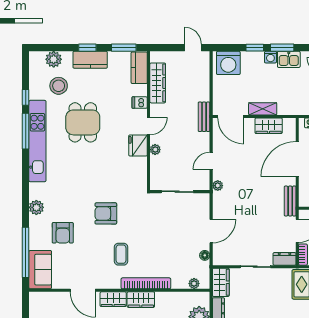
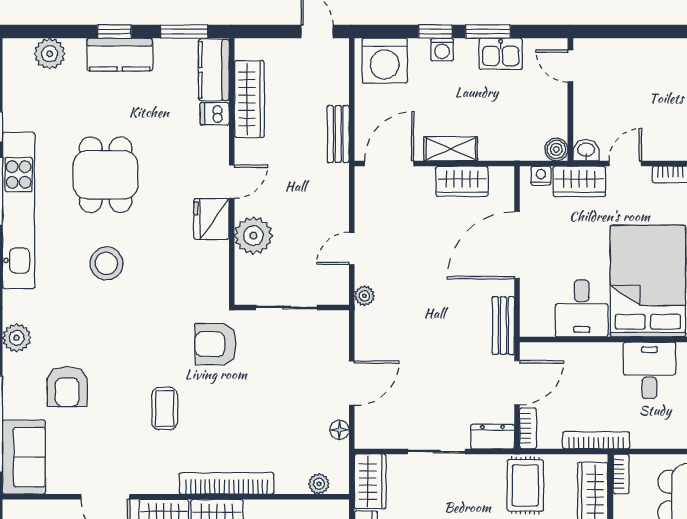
washing machine: (270, 57) -> (442, 50), moved
stool: (59, 86) -> (106, 263), moved
dishwasher: (140, 103) -> (215, 114), moved
bench: (204, 117) -> (338, 134), moved
door: (231, 117) -> (389, 164), swing flipped
plant: (155, 150) -> (253, 236), width x1.88, depth x1.88
armchair: (106, 213) -> (216, 344), moved
coffee table: (121, 254) -> (165, 409), moved

